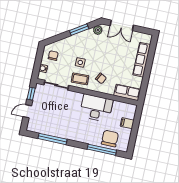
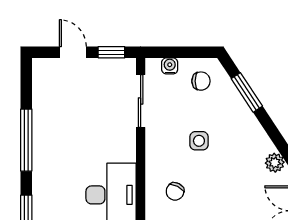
window: (79, 30) -> (247, 92), moved
coffee table: (80, 79) -> (165, 148), removed
window: (53, 139) -> (26, 140), moved

